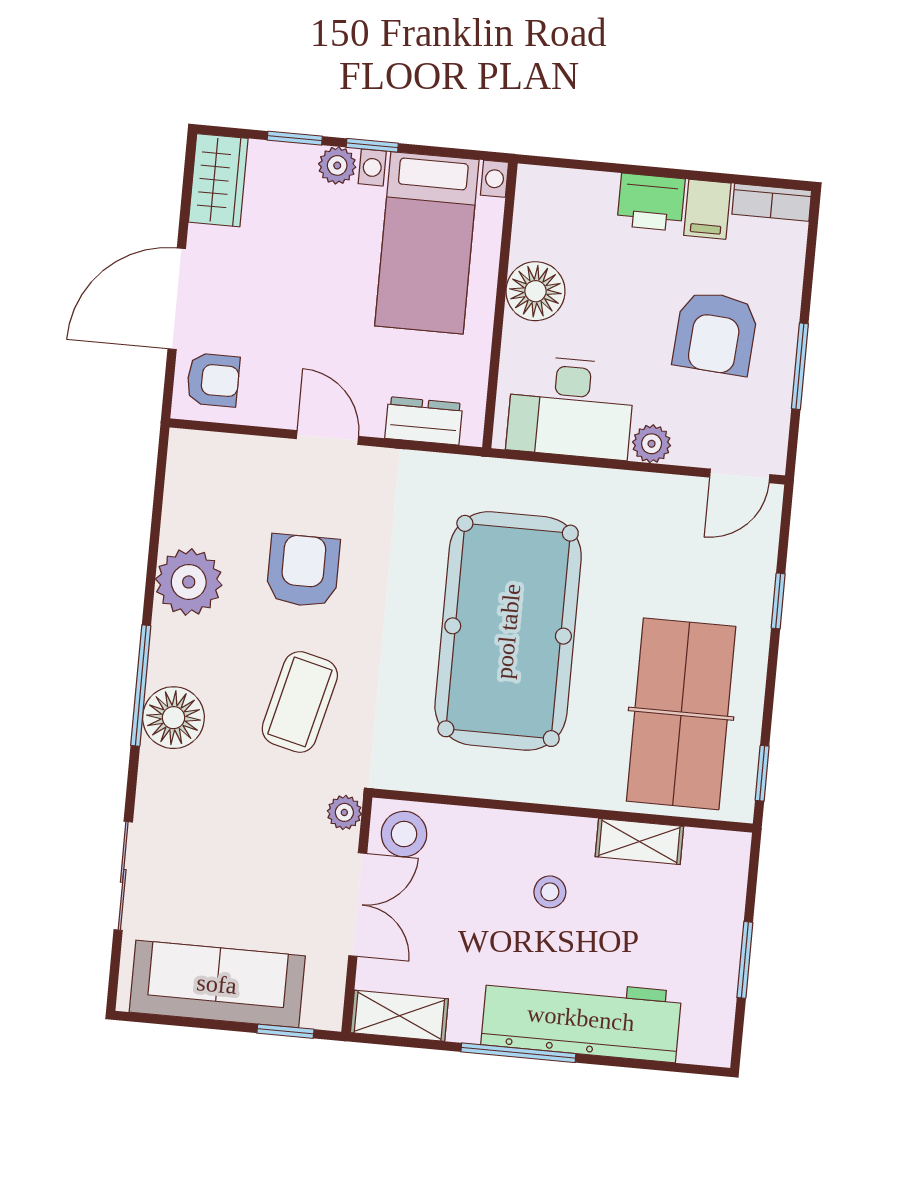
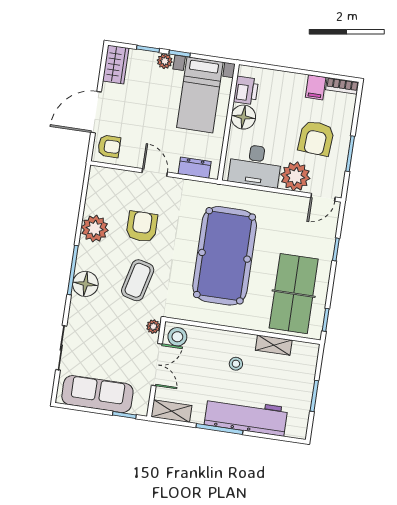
printer: (651, 202) -> (246, 90), moved, turned -90
plant: (652, 444) -> (295, 176), width x1.88, depth x1.88

